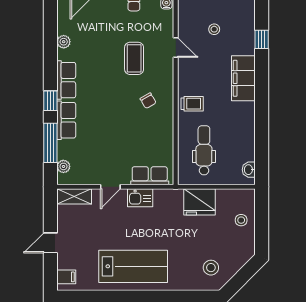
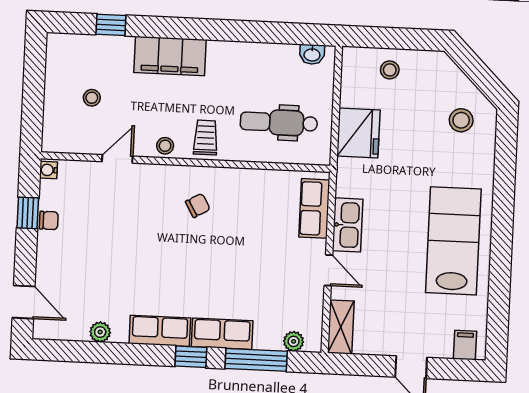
coffee table: (134, 58) -> (131, 224), removed
stool: (186, 78) -> (165, 146), added
kitchen sink: (140, 198) -> (348, 225), width x1.38

